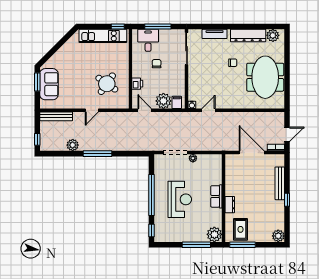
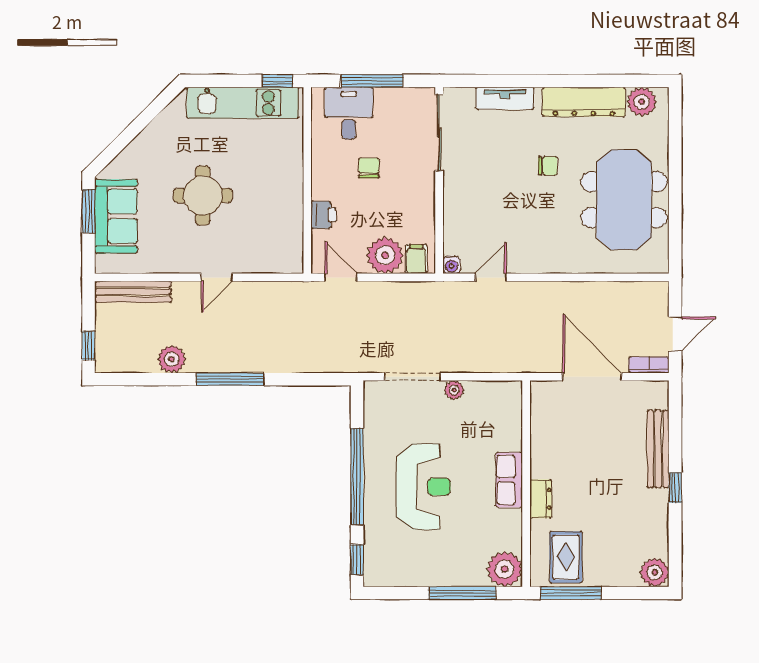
round table: (107, 84) -> (203, 195), moved, turned -35

